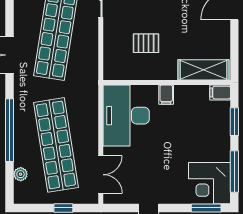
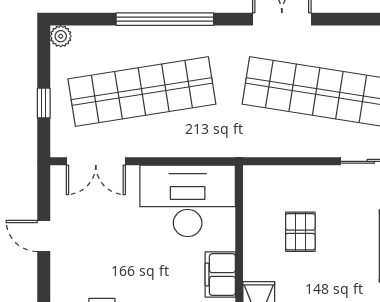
filing cabinet: (166, 95) -> (220, 275), width x2.00
plant: (21, 174) -> (61, 36), moved

